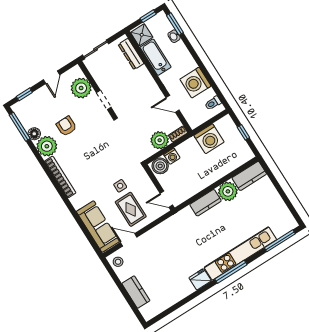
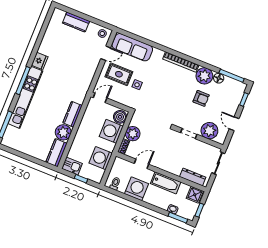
bathtub: (156, 57) -> (166, 183), moved
kitchen sink: (243, 152) -> (72, 166), added
washing machine: (172, 156) -> (111, 131), width x1.89, depth x1.89

